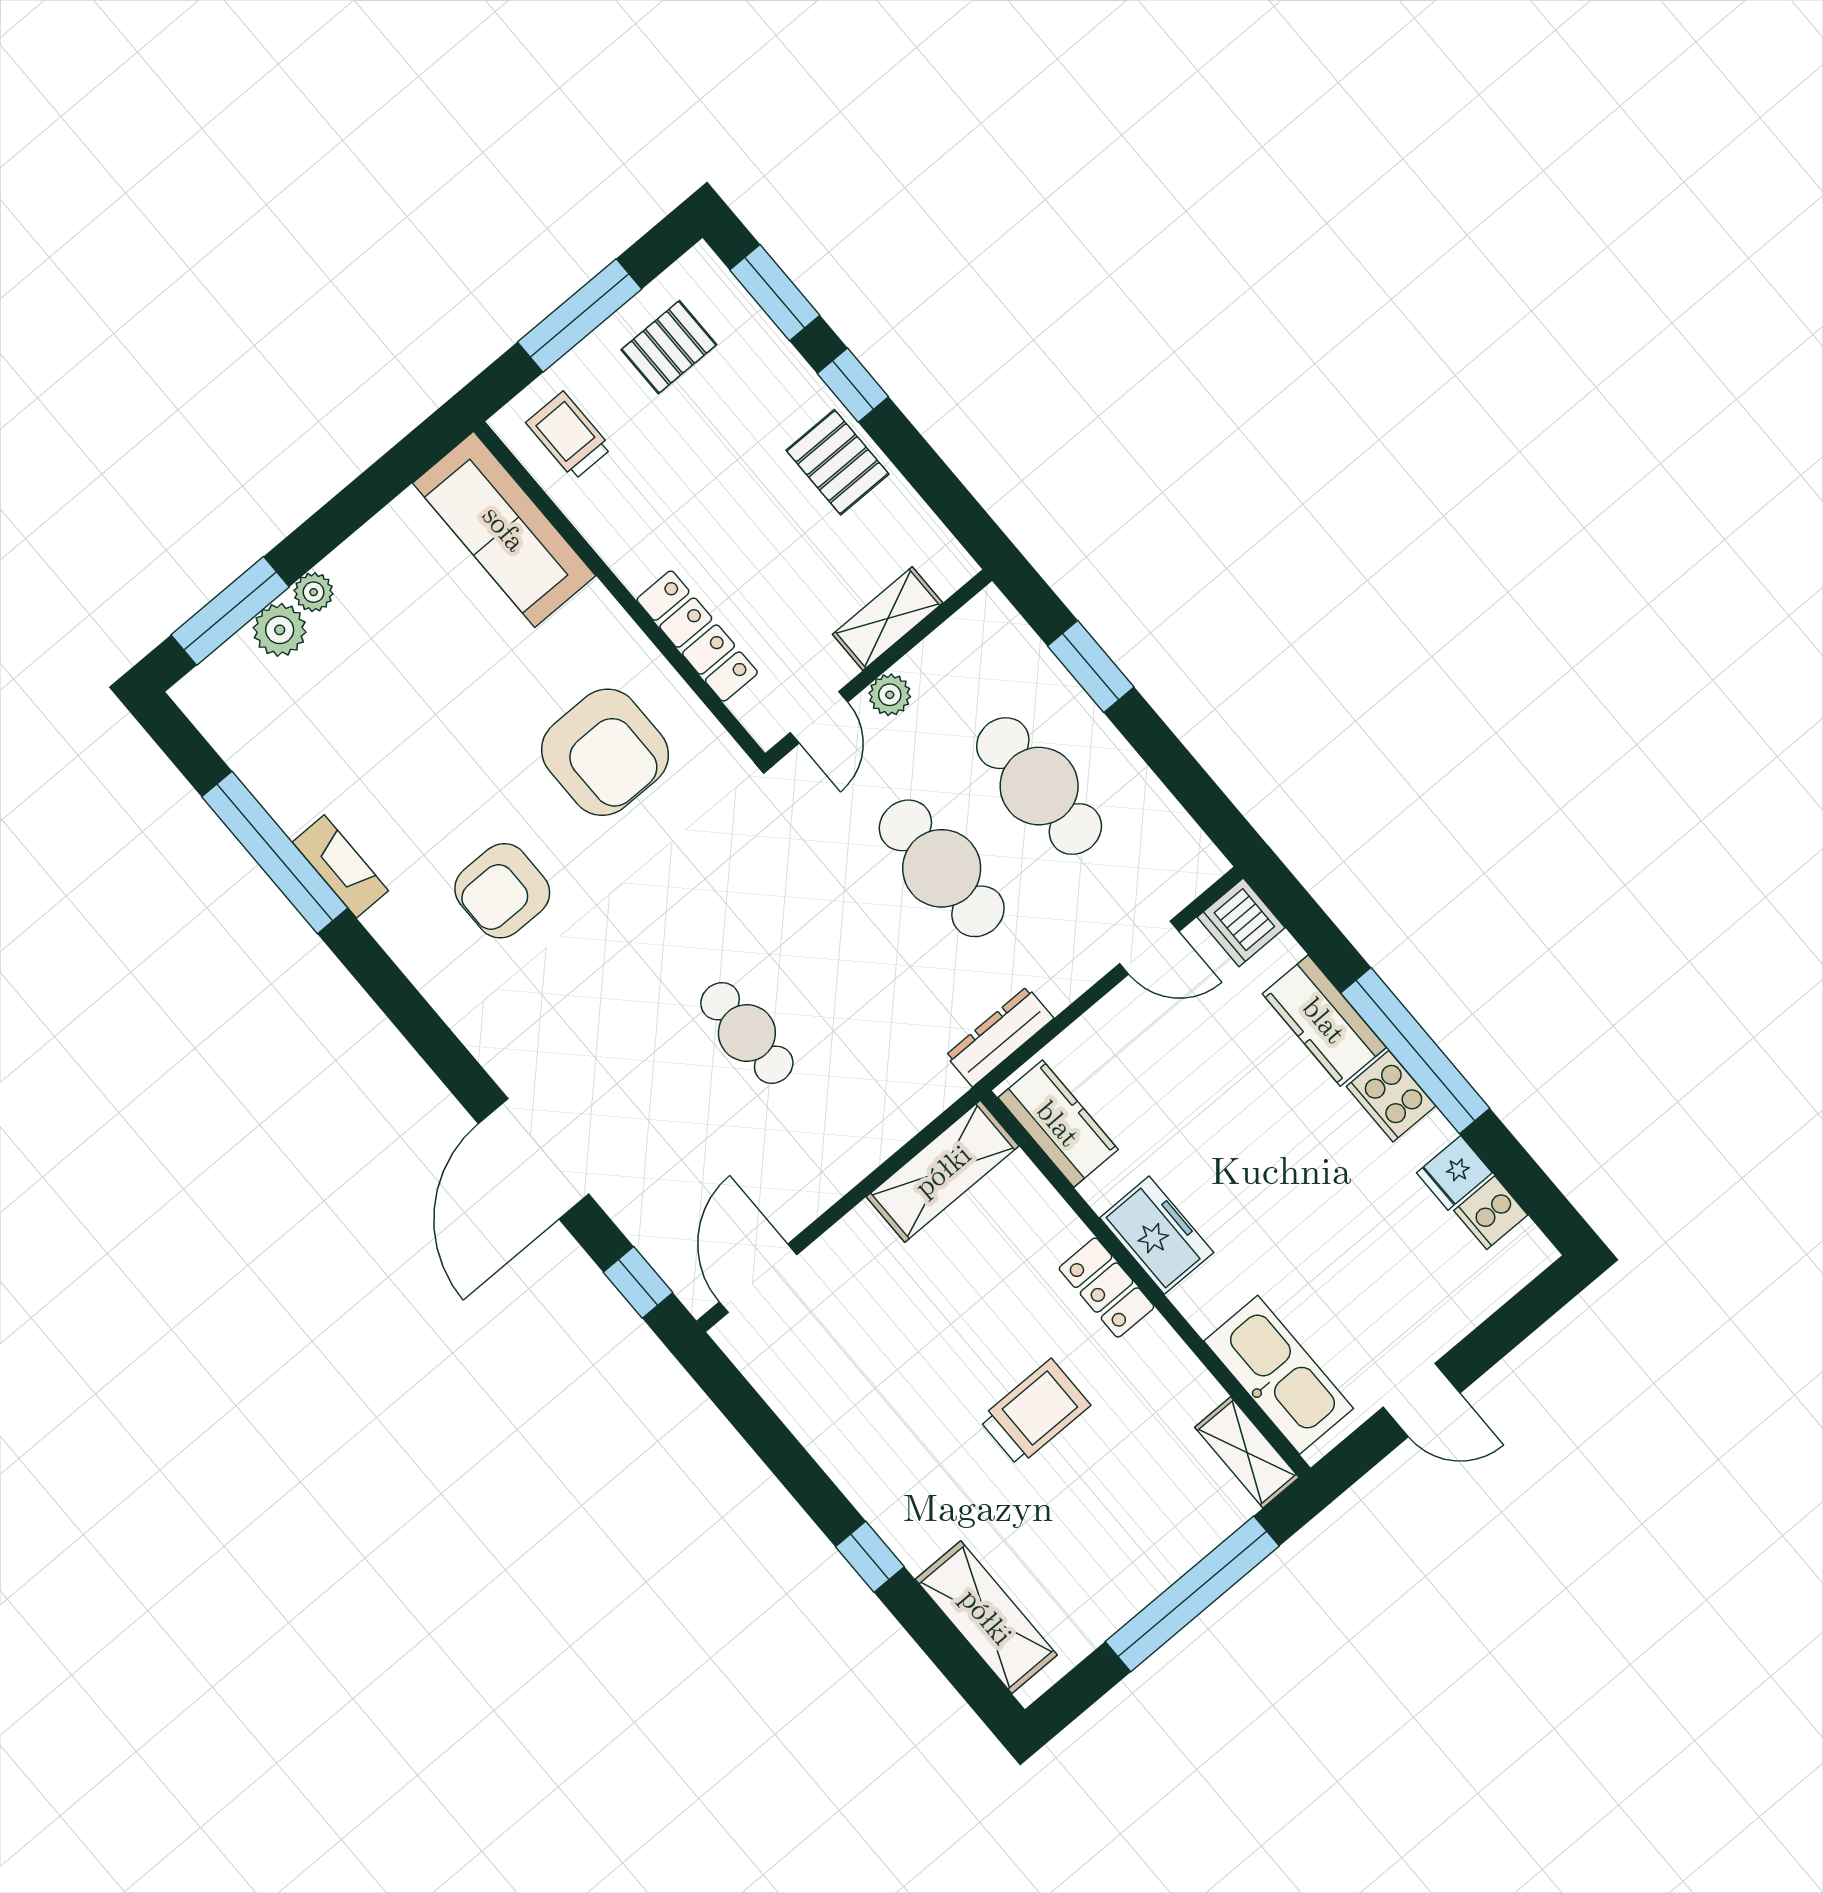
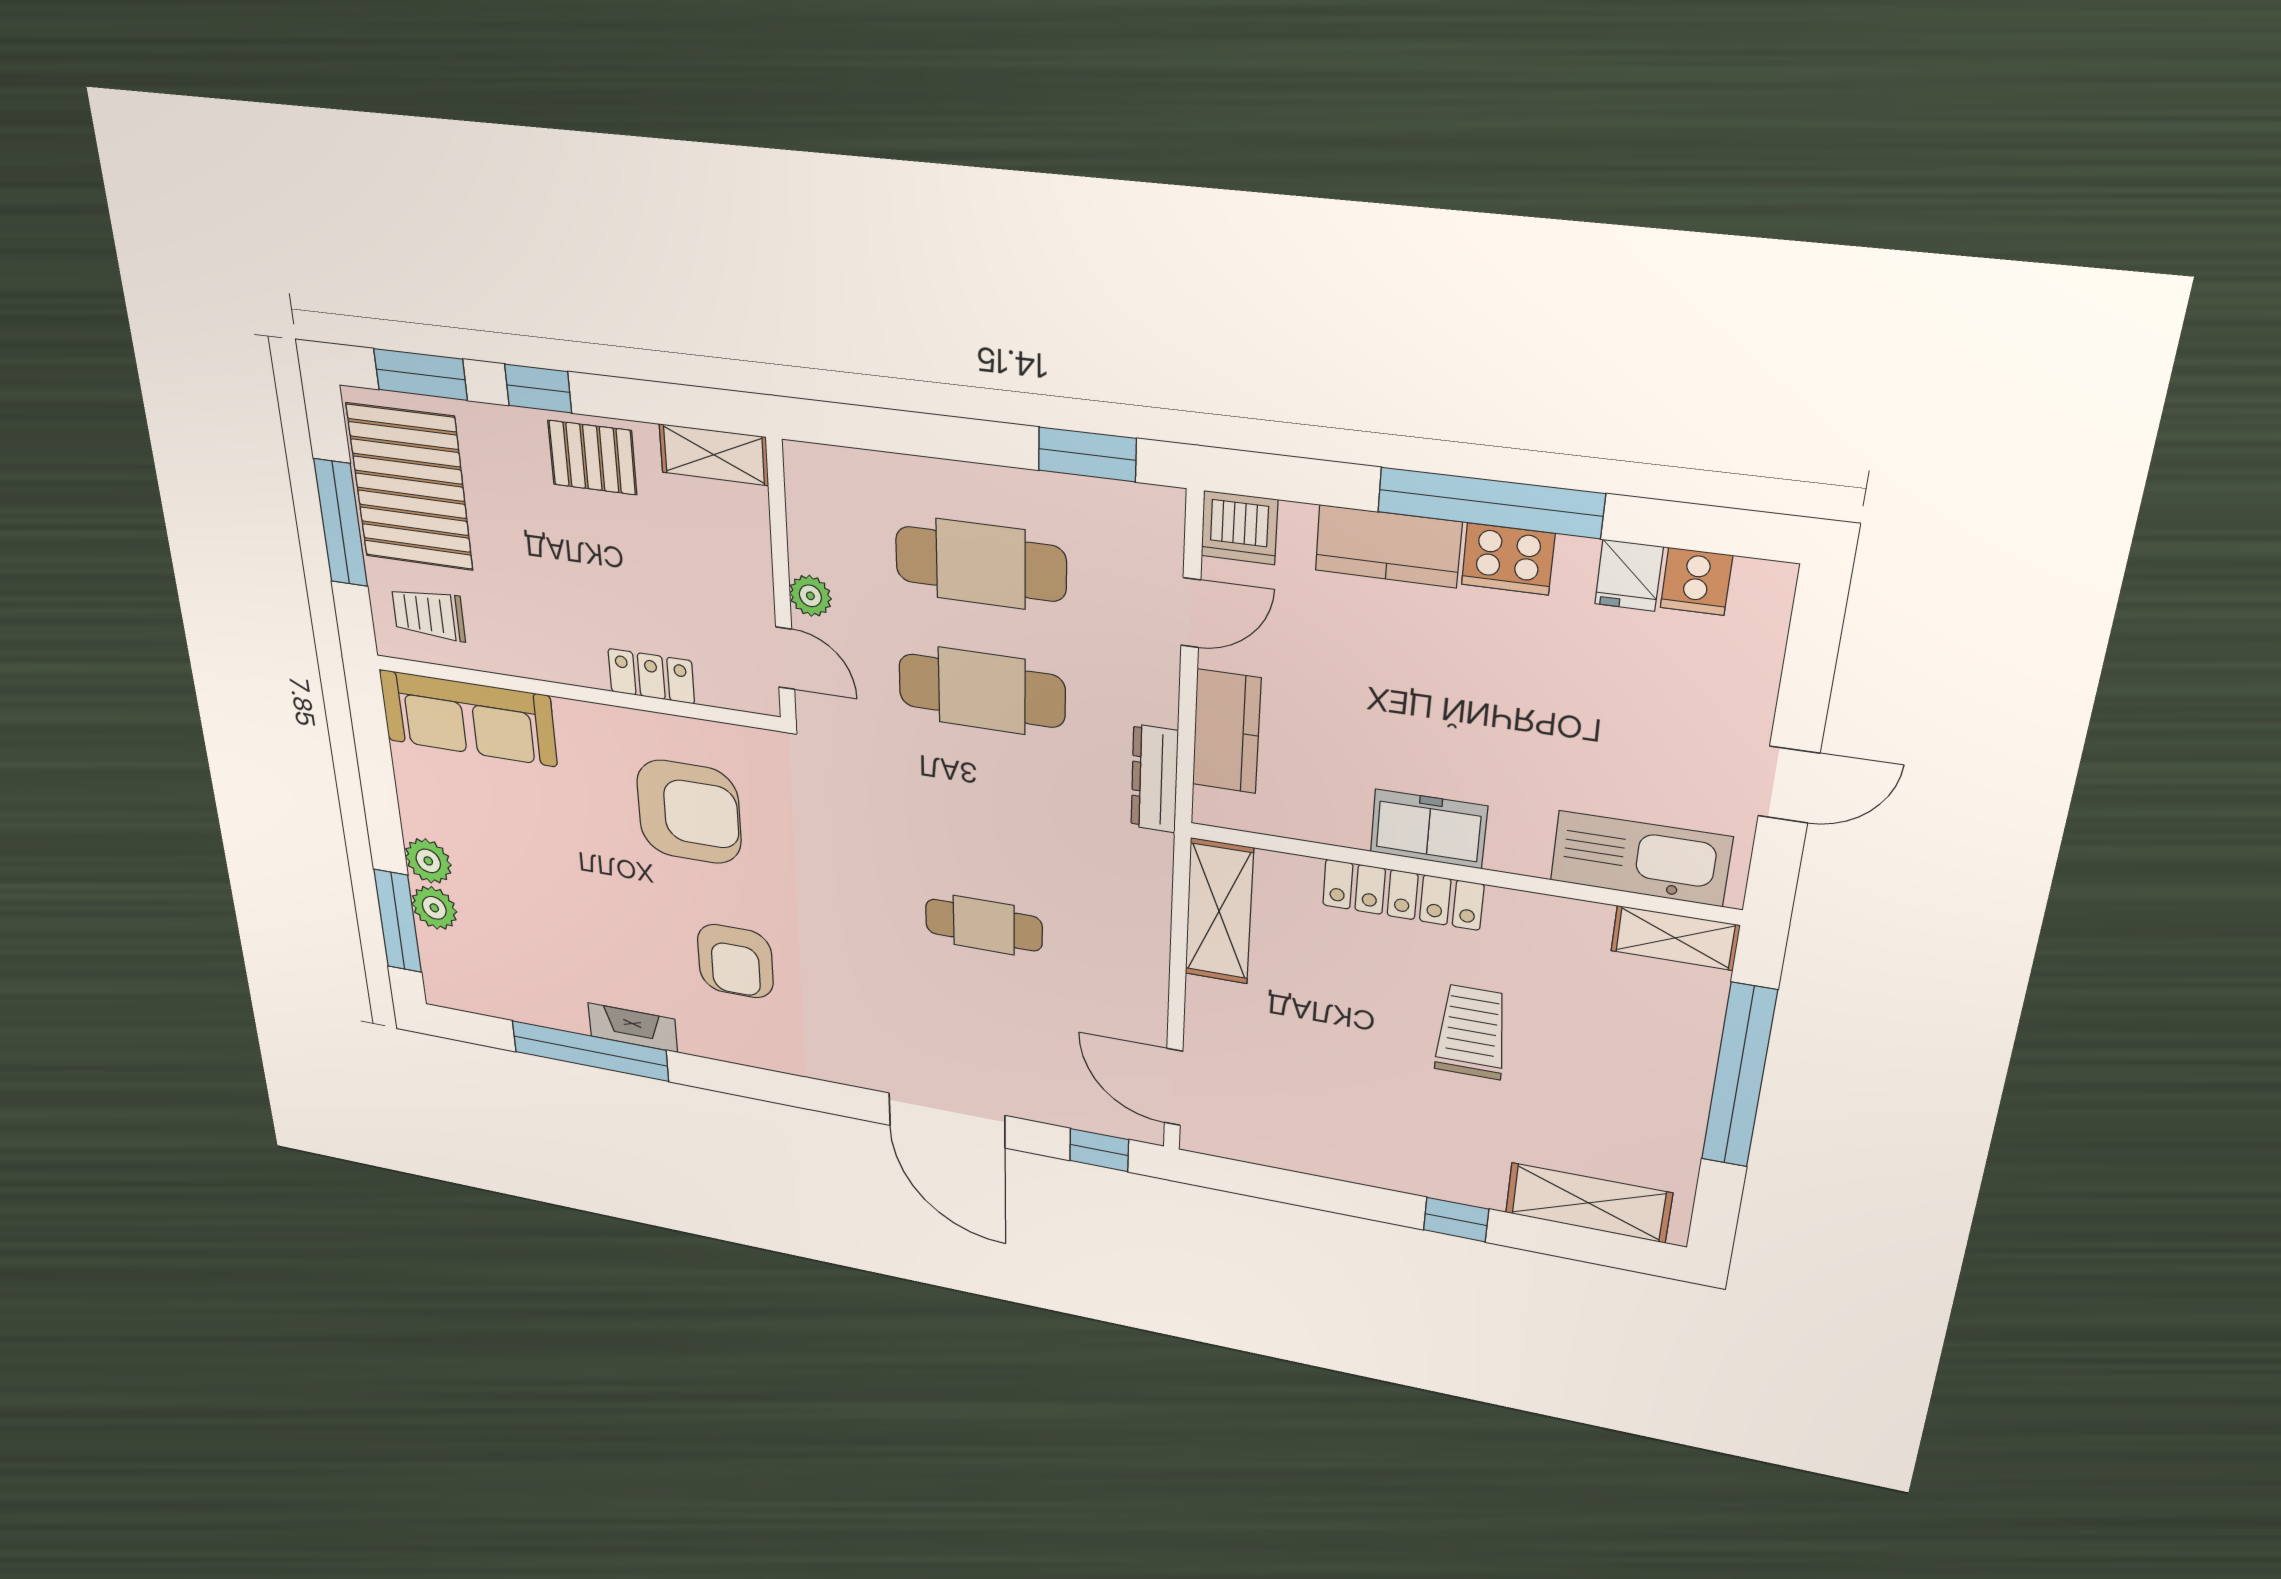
pallet: (669, 347) -> (410, 487), width x2.05, depth x2.00
plant: (314, 592) -> (428, 861), width x1.38, depth x1.38
shelving: (888, 619) -> (714, 455), moved, turned 90
locker: (697, 636) -> (651, 676), width x0.66
window: (1091, 667) -> (1087, 454), moved
kitchen counter: (1058, 1124) -> (1226, 732), moved, turned 90
locker: (1107, 1288) -> (1403, 895), width x1.53

